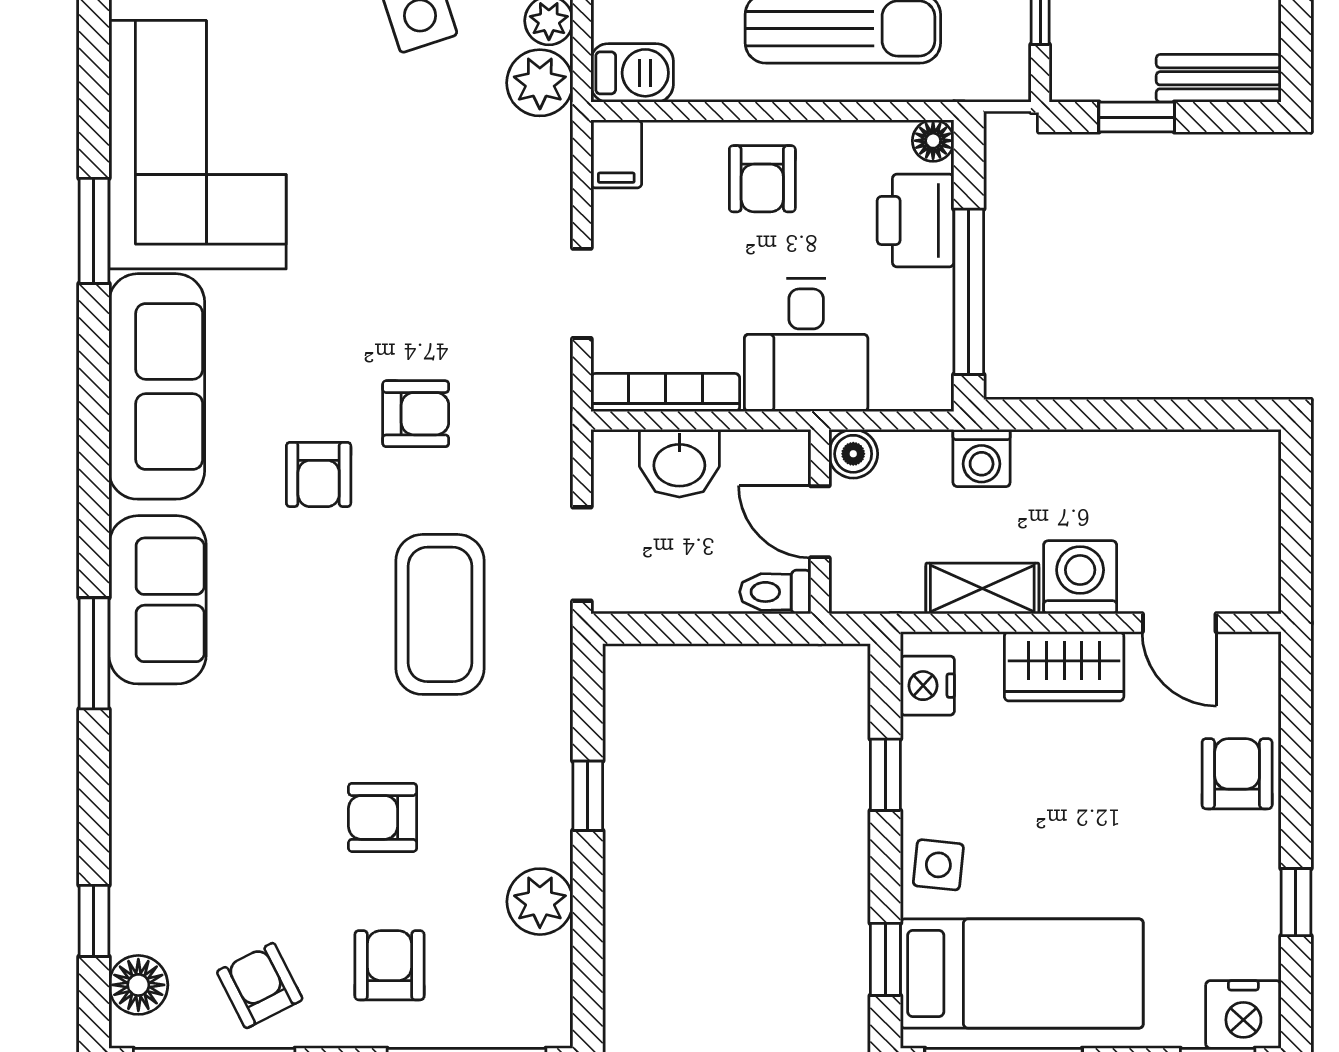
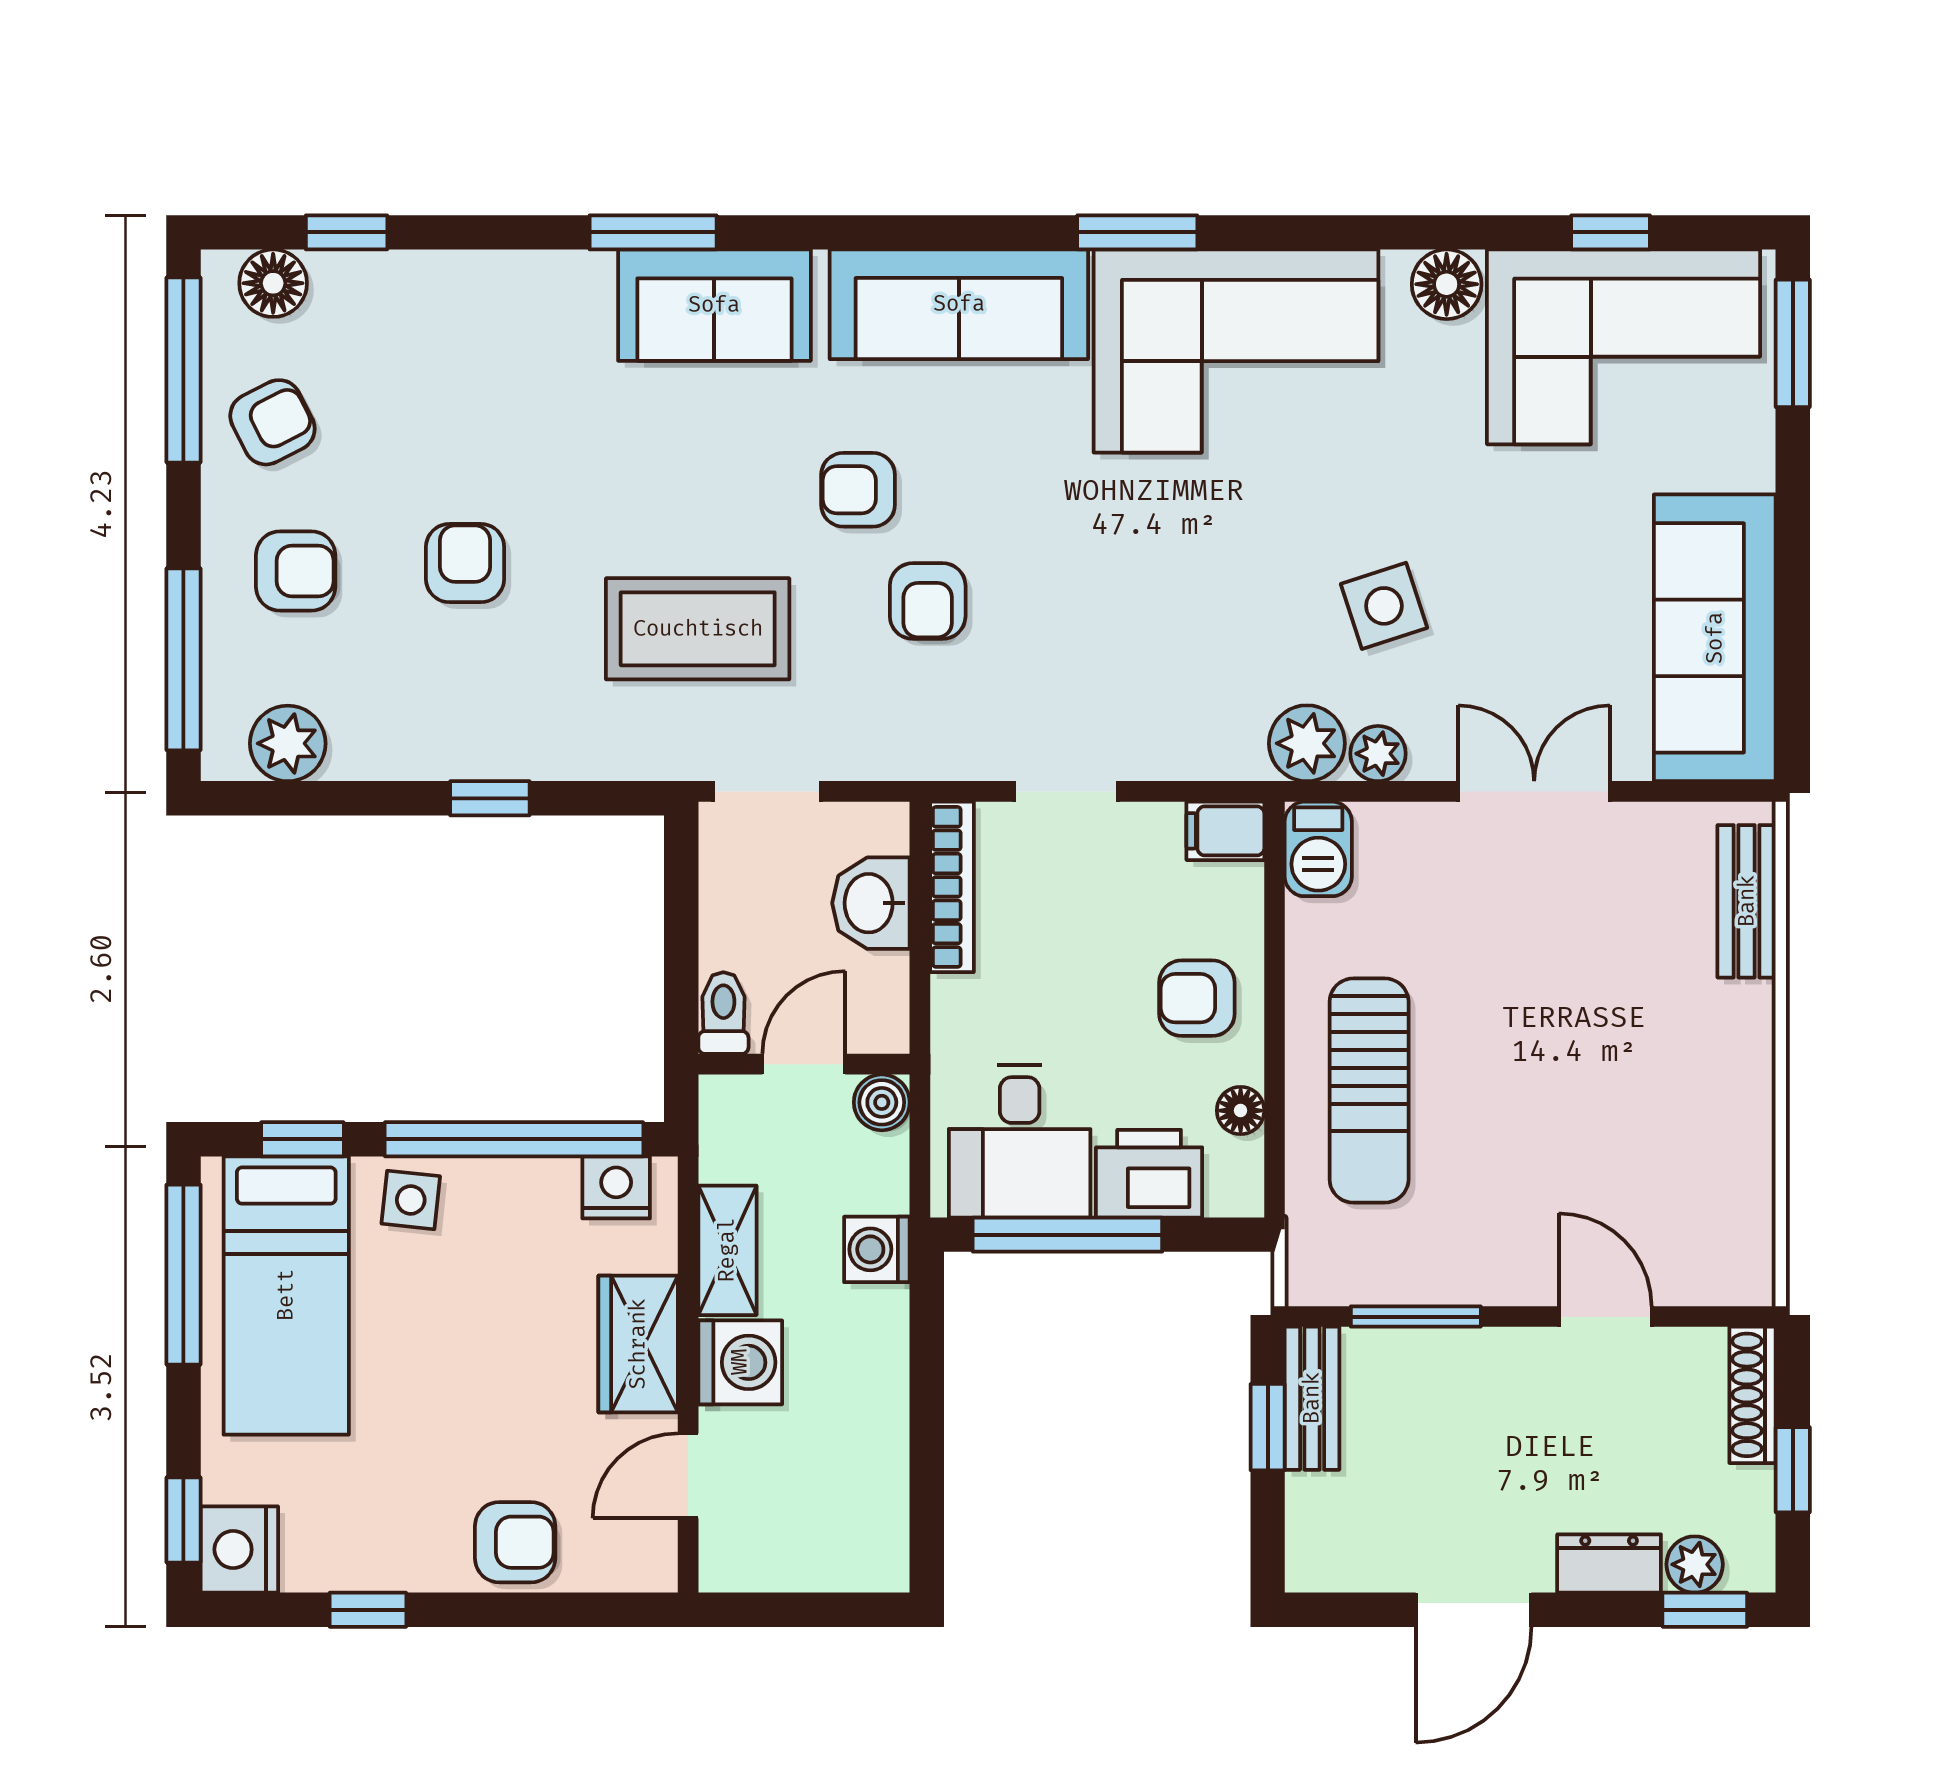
bench: (1219, 78) -> (1312, 1398), moved
floor lamp: (933, 141) -> (1241, 1111), moved
desk: (806, 345) -> (1020, 1141), moved, turned -90
window: (885, 775) -> (514, 1139), width x3.17
plant: (540, 902) -> (288, 743), moved

